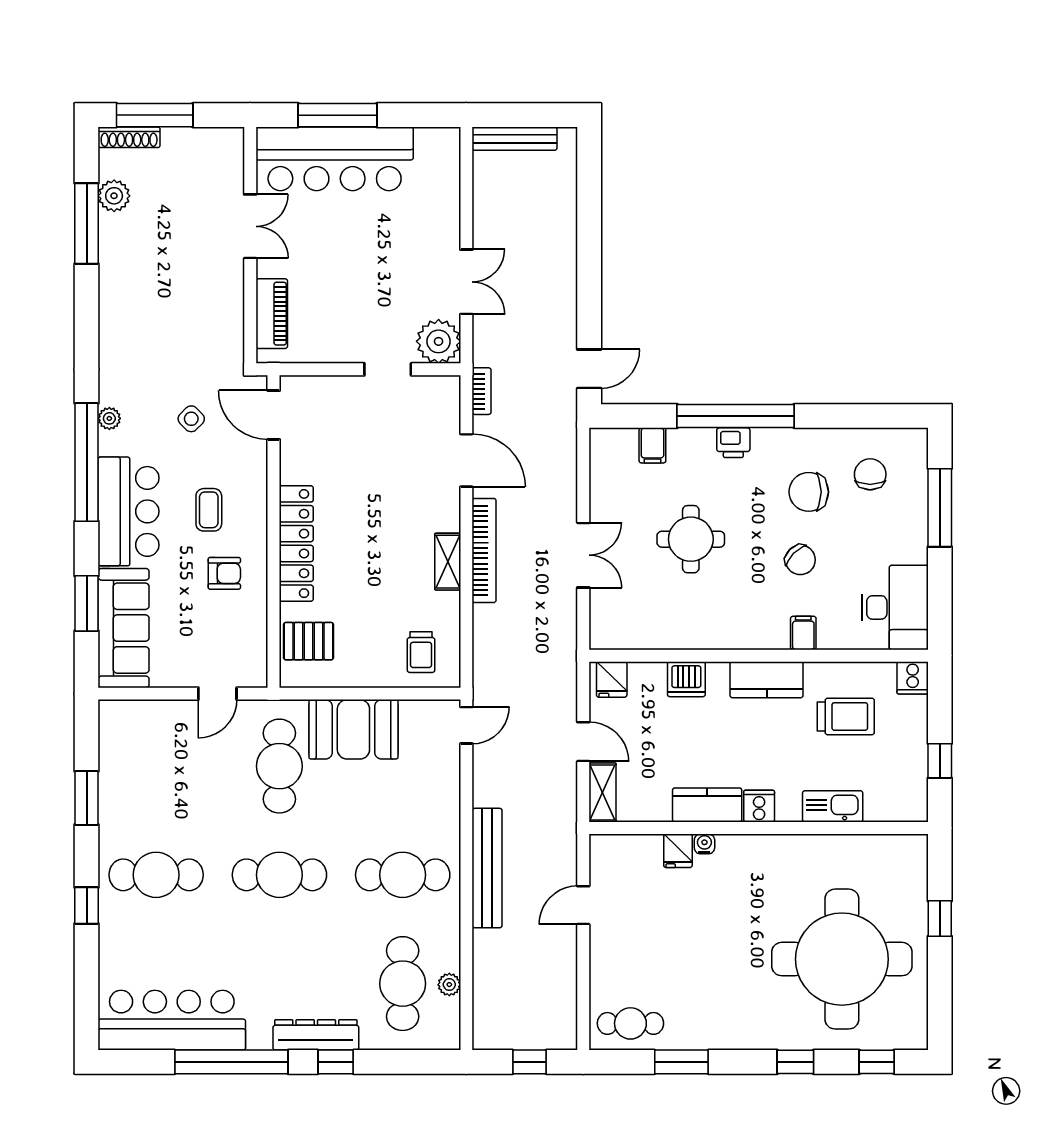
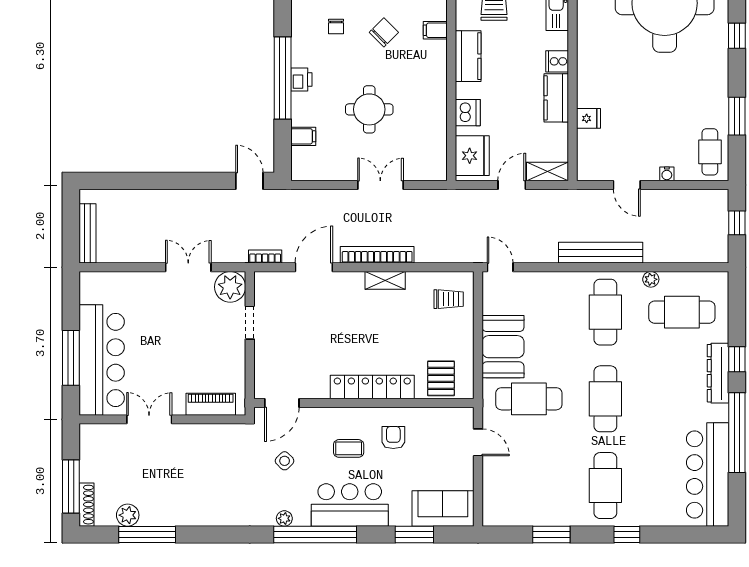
chair: (809, 492) -> (336, 26), width x0.54, depth x0.54
sofa: (124, 628) -> (443, 508), width x0.73
fridge: (612, 679) -> (472, 156), width x1.88, depth x1.34
water cooler: (704, 844) -> (667, 174), moved, turned -90
plant: (449, 985) -> (651, 279), moved

